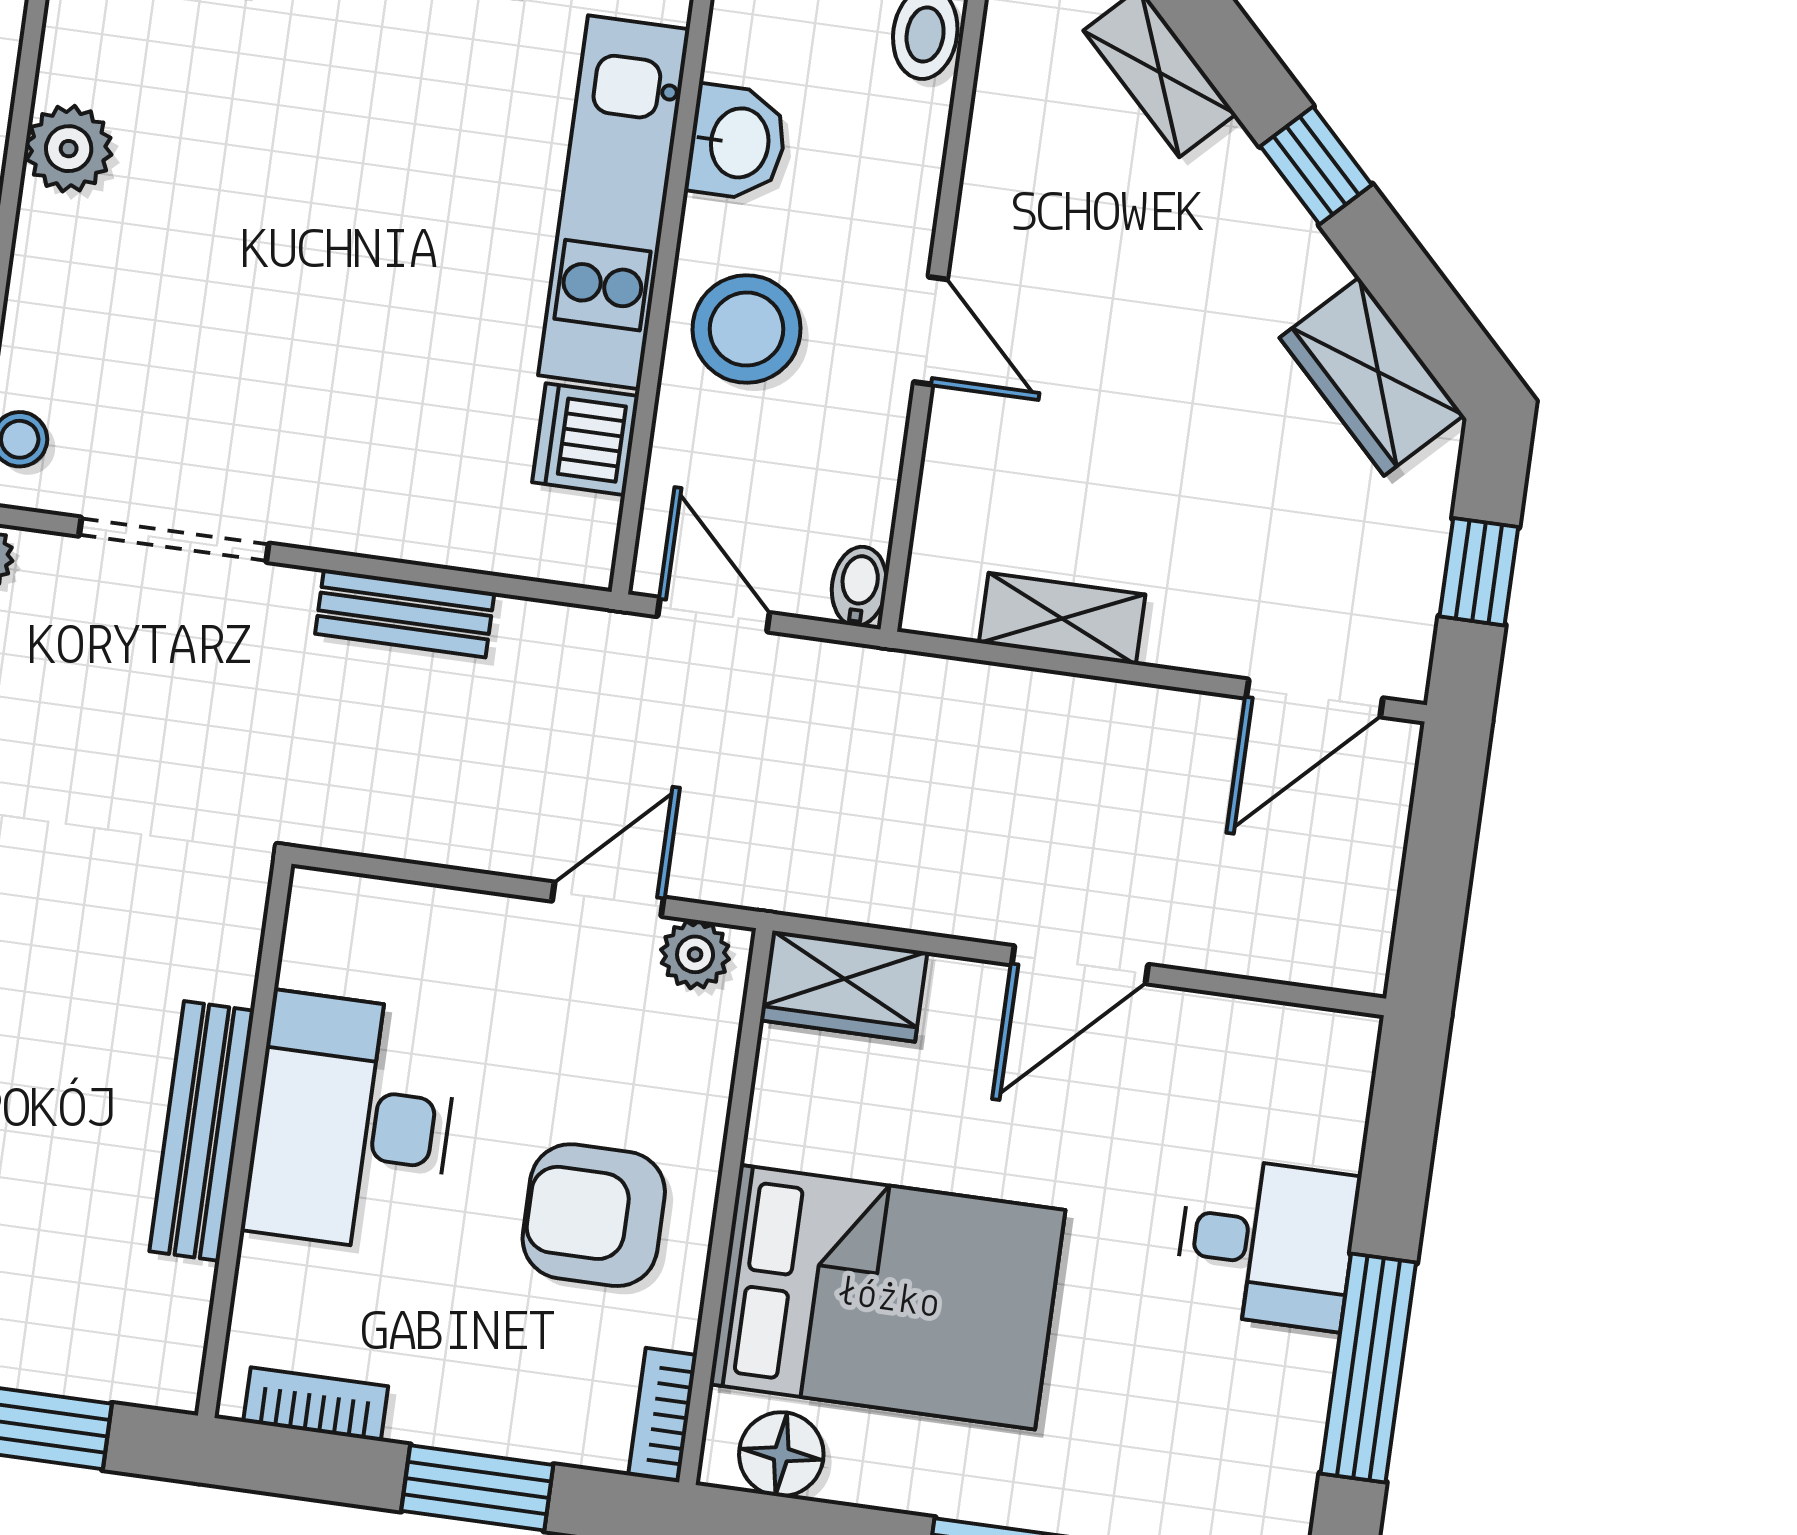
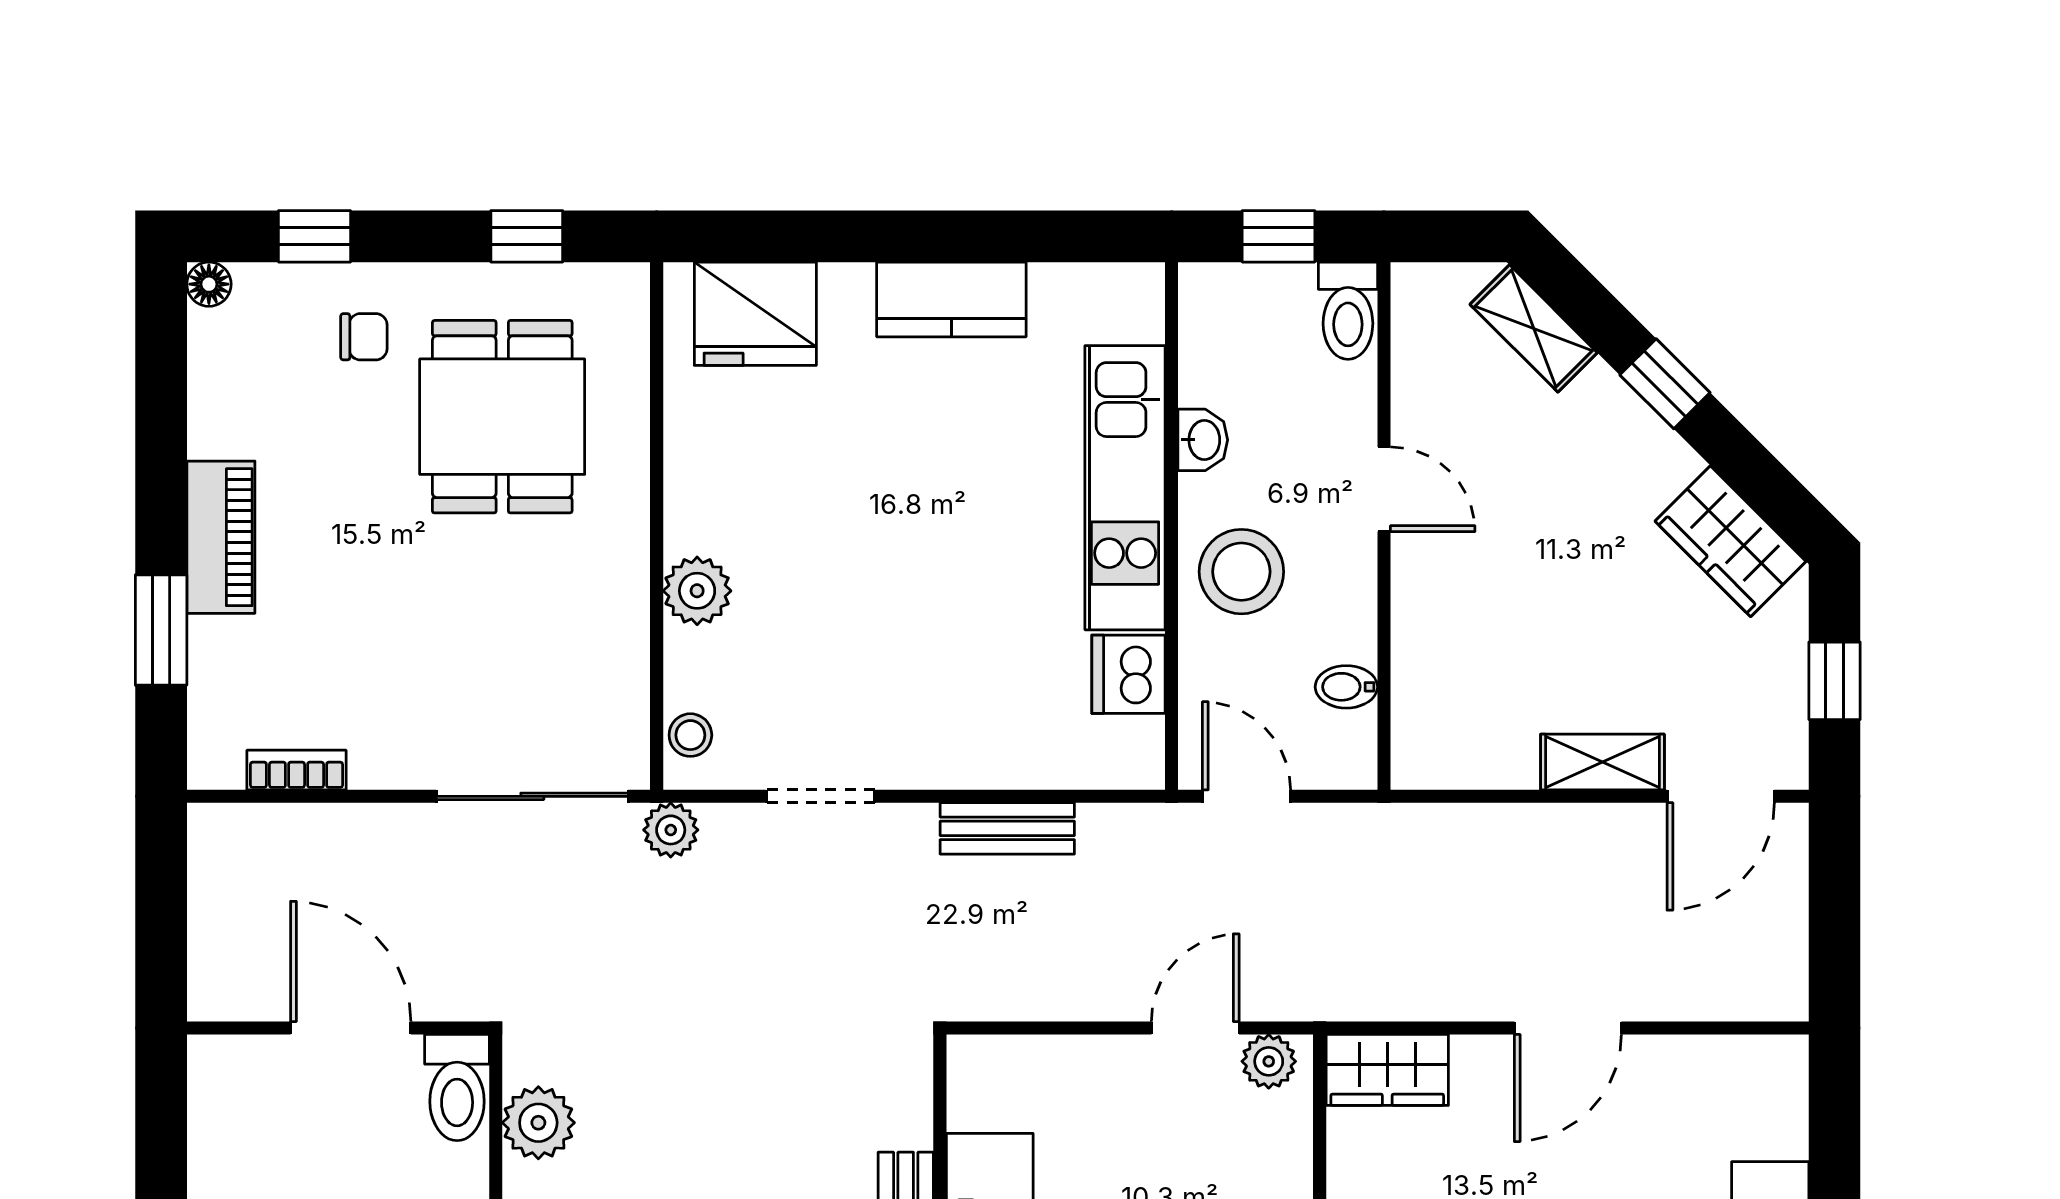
washbasin: (737, 143) -> (1203, 440), width x0.72, depth x0.69
plant: (69, 149) -> (697, 591), moved
door: (930, 331) -> (1384, 489), moved
doorway: (174, 540) -> (821, 796), width x0.73
bidet: (859, 586) -> (1346, 687), moved, turned -90
shelving: (1062, 619) -> (1602, 762), moved

